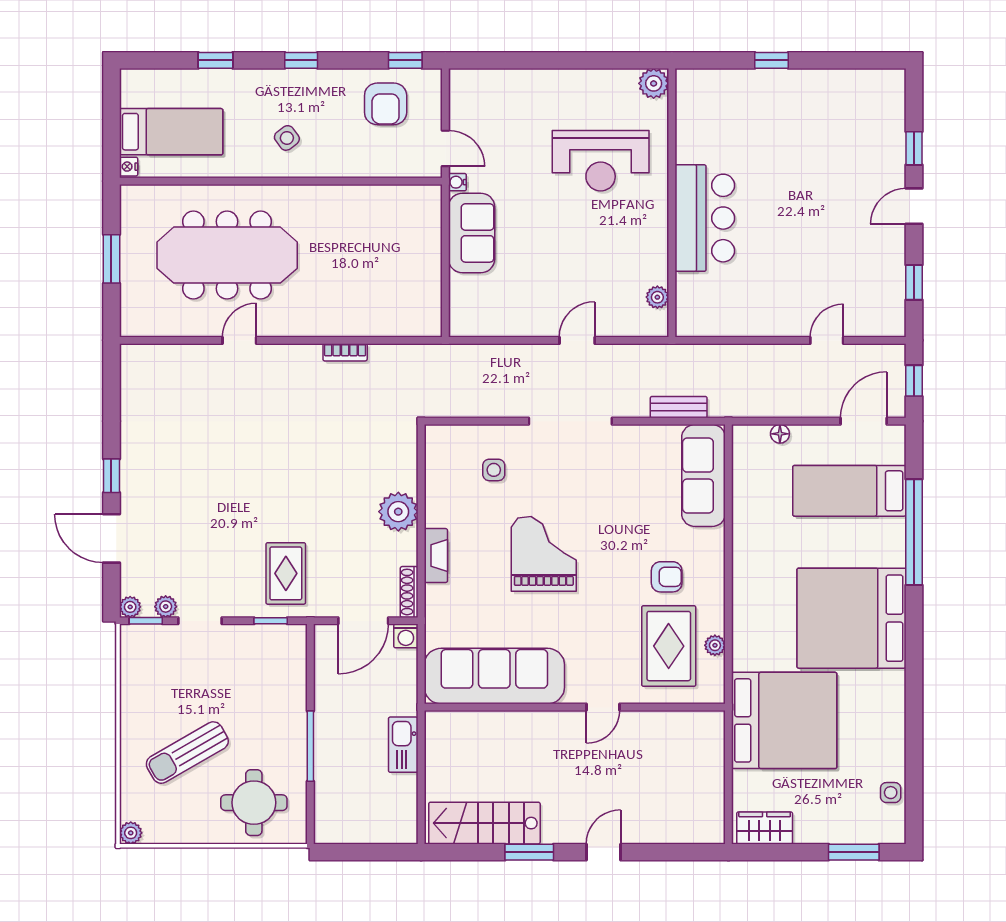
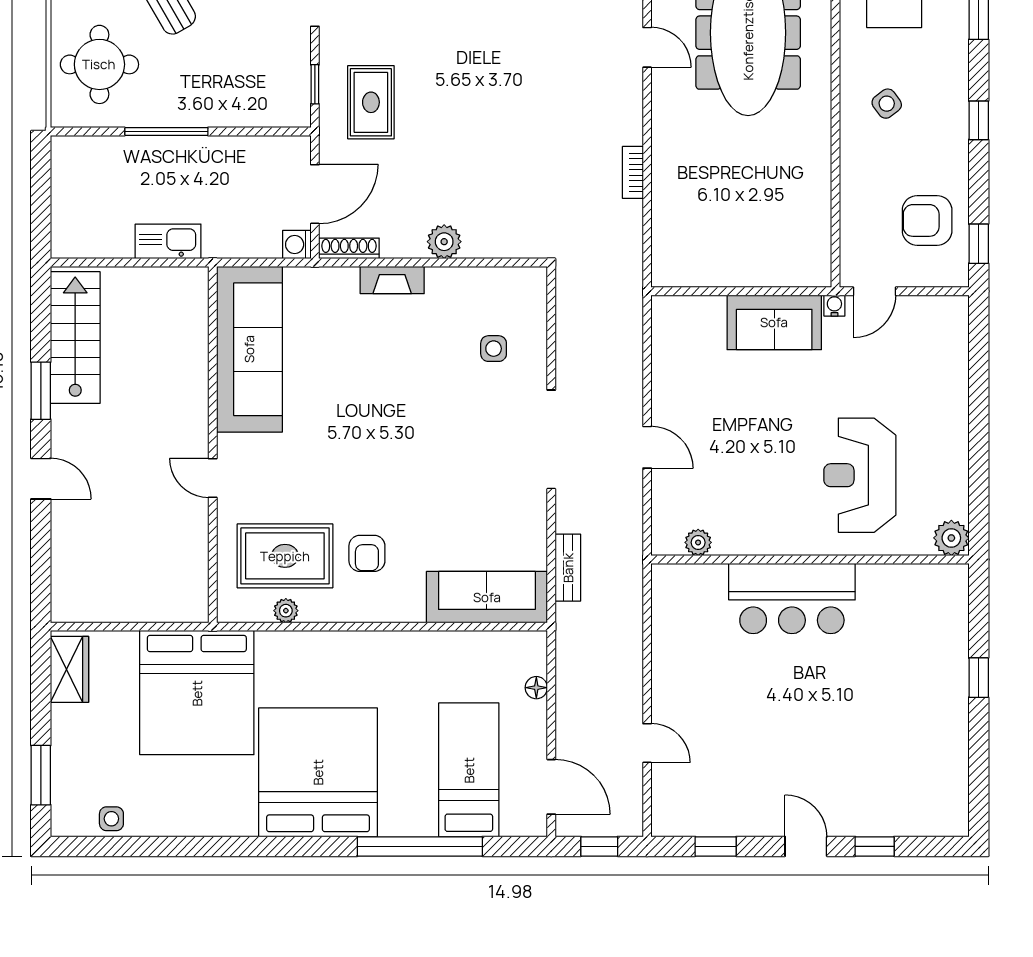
plant: (398, 512) -> (444, 242), width x0.73, depth x0.73
grand piano: (544, 554) -> (394, 408), removed
rug: (286, 573) -> (371, 102), turned 90
door: (363, 621) -> (315, 194), swing flipped

